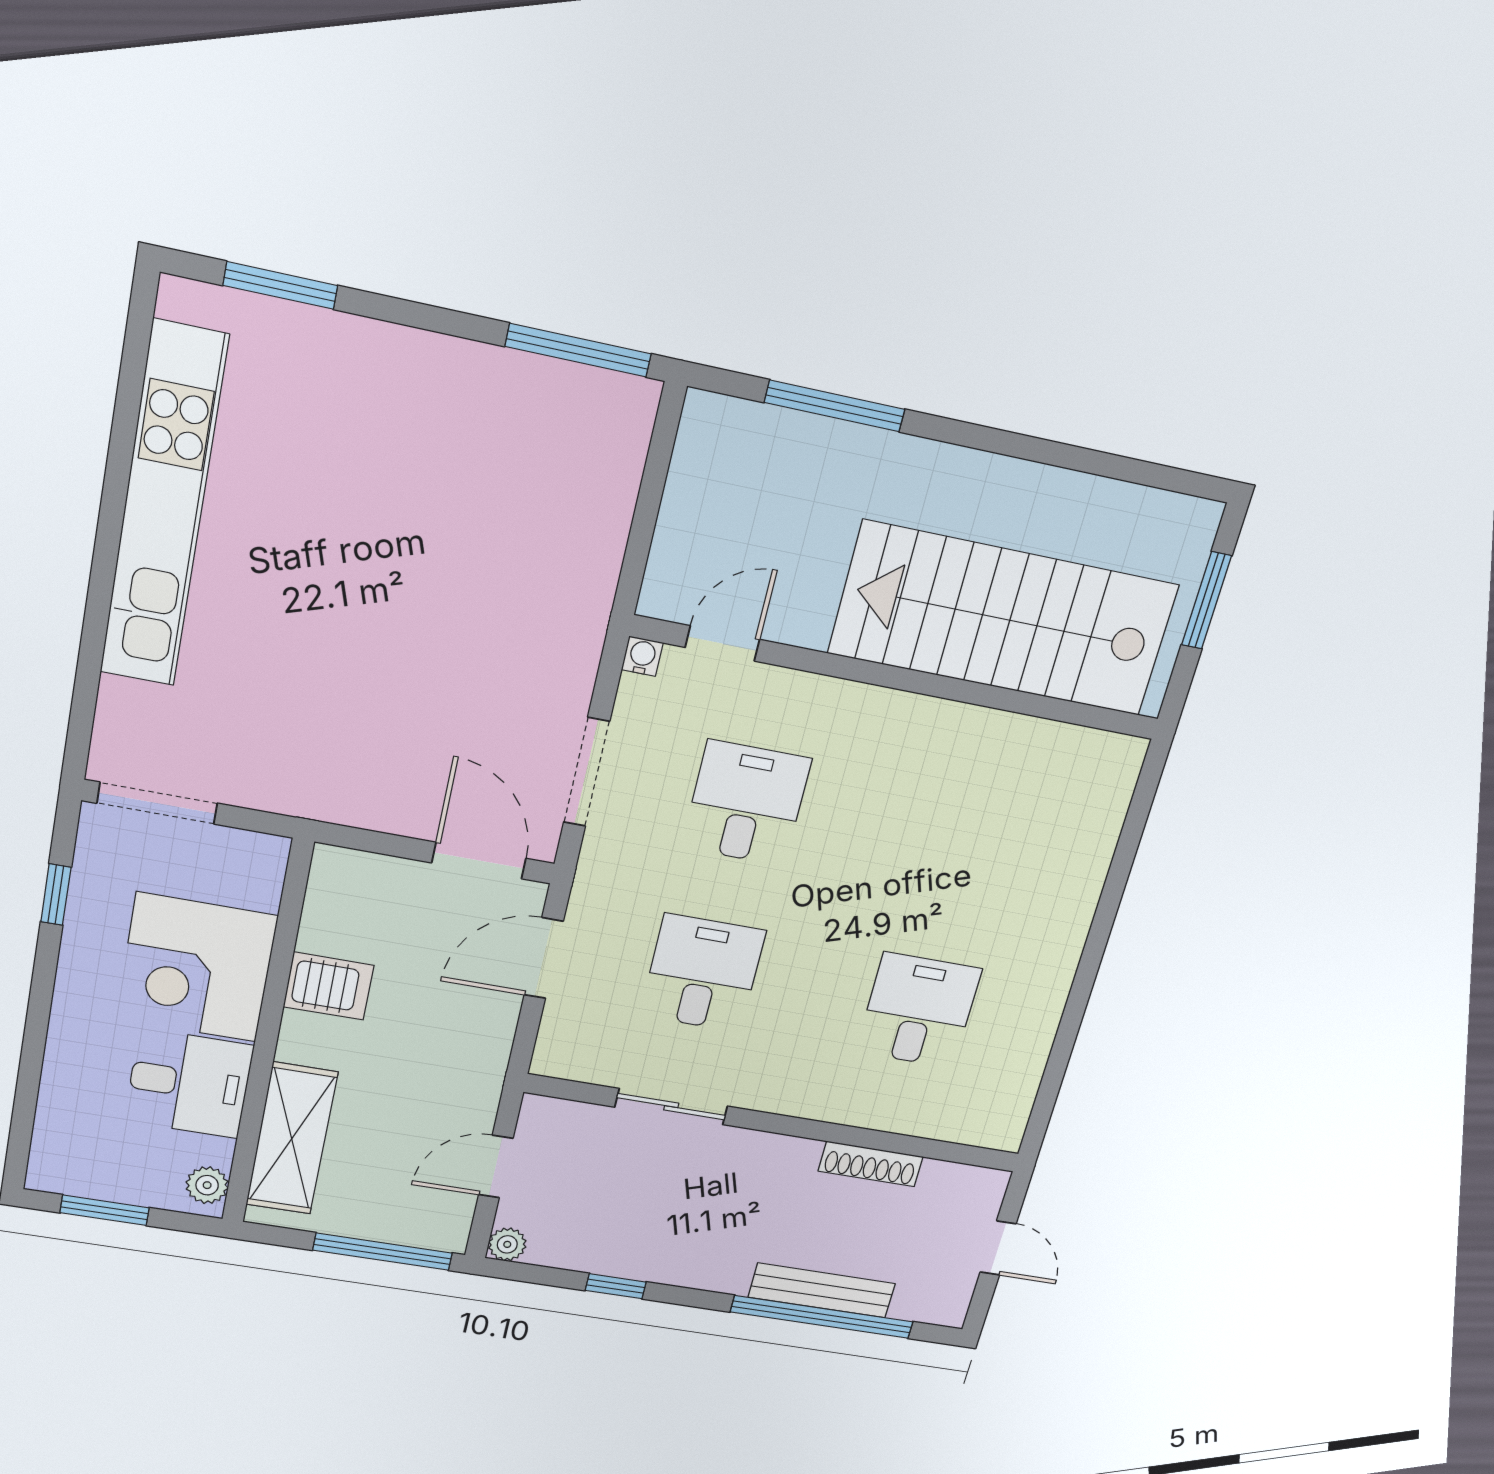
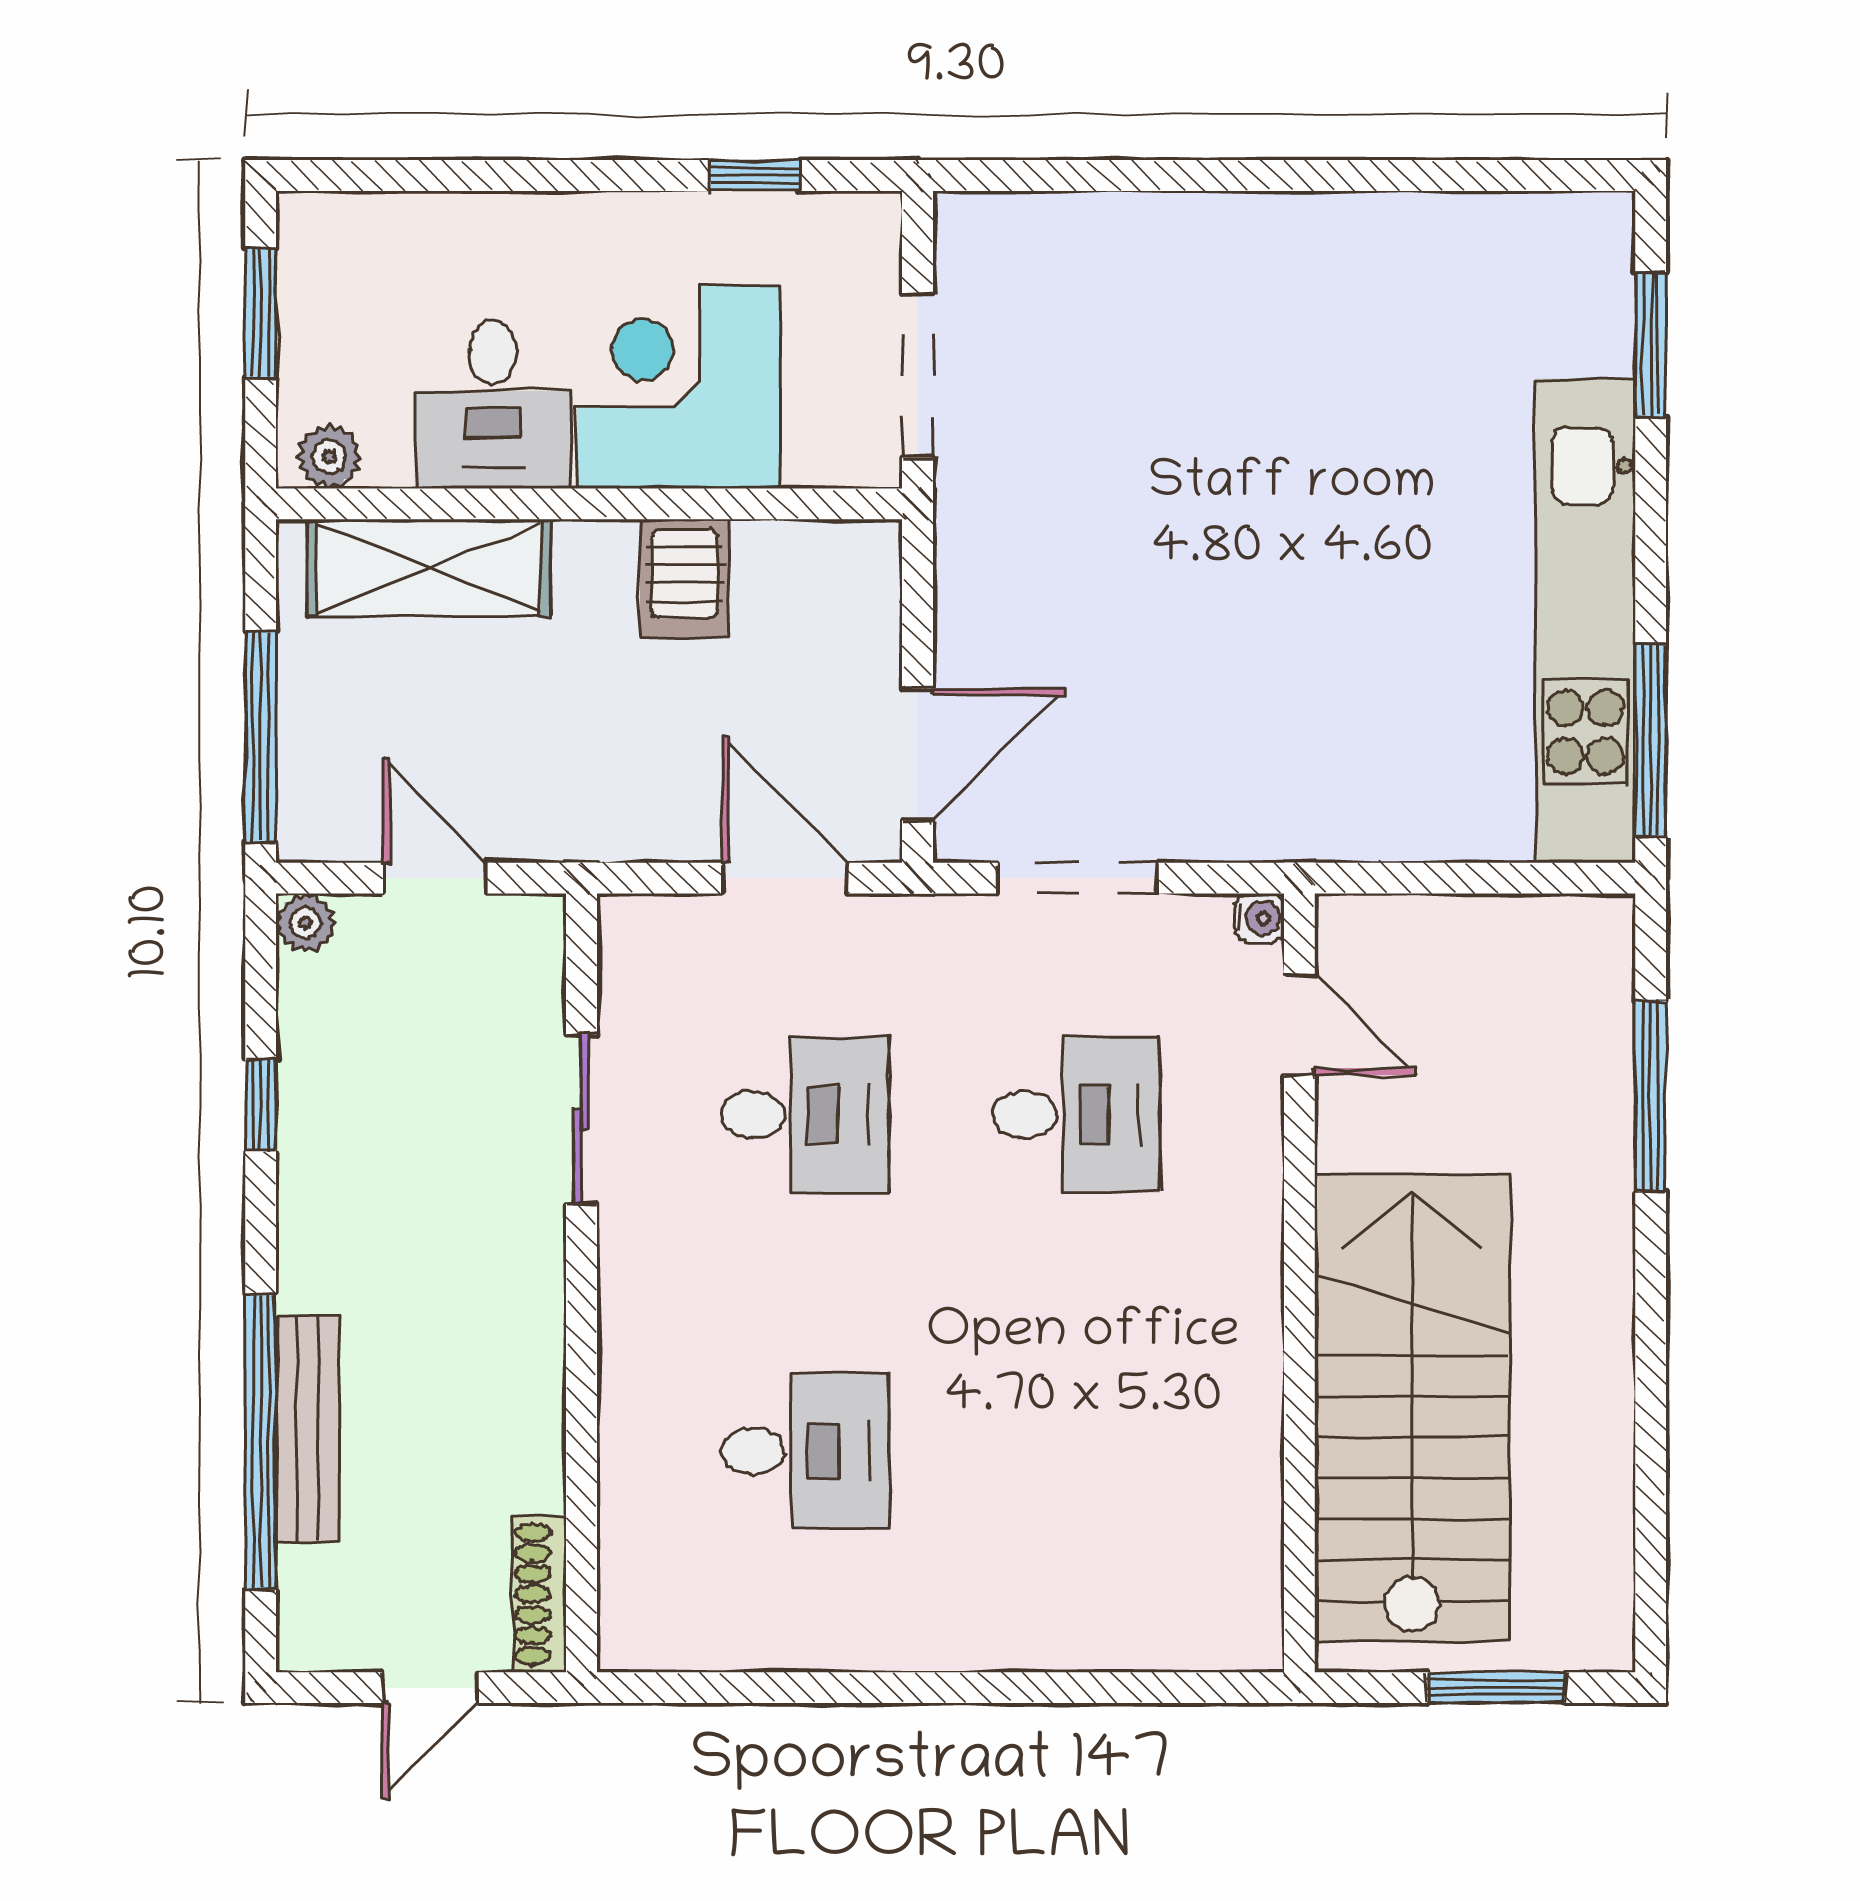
kitchen unit: (163, 507) -> (1585, 621), moved, turned 90
doorway: (157, 803) -> (918, 375), moved
shoe rack: (871, 1164) -> (540, 1594), moved

